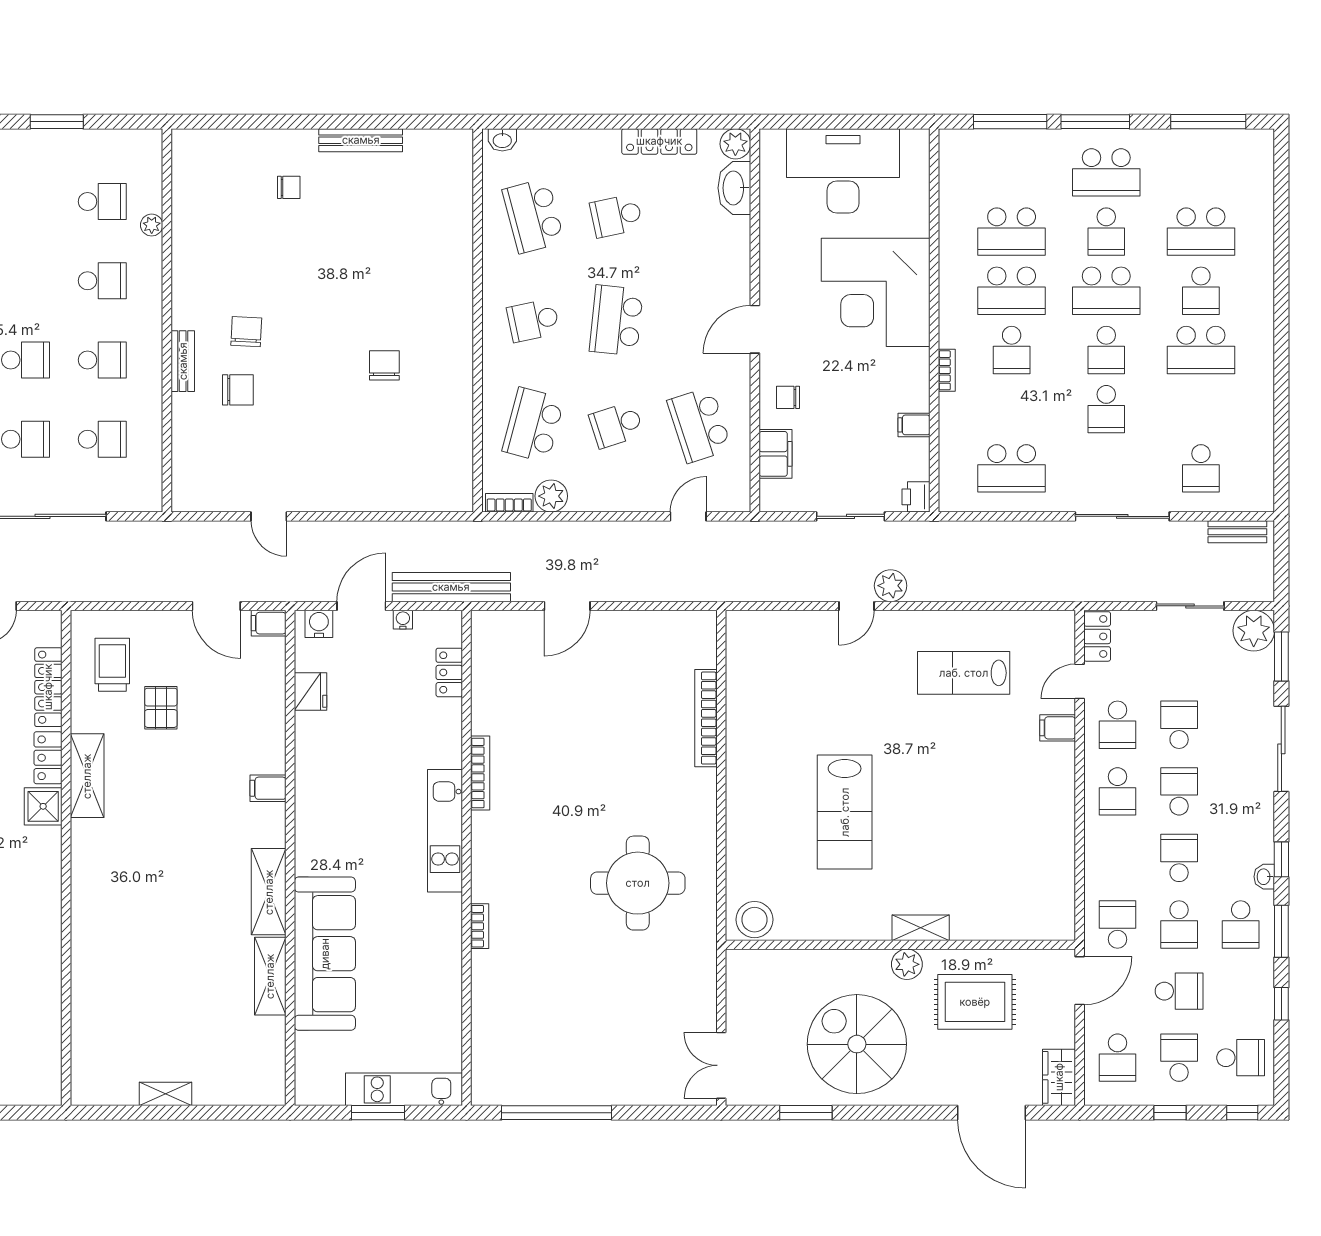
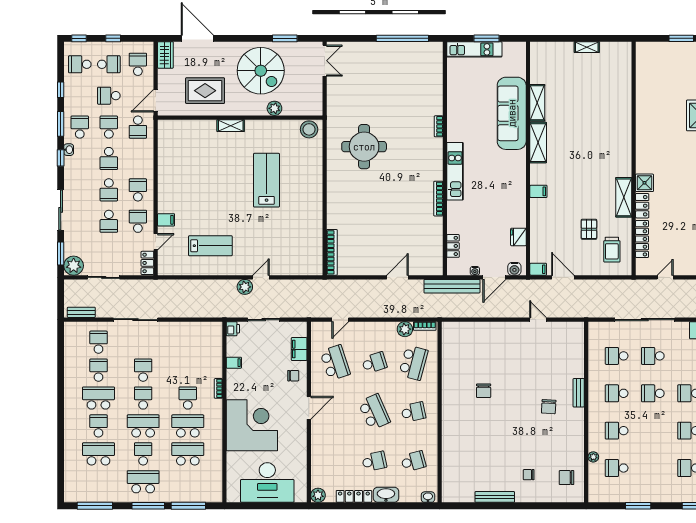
washbasin: (734, 188) -> (386, 495), moved, turned -90
school desk: (533, 216) -> (413, 461), width x0.54
school desk: (616, 320) -> (374, 412), turned -30
chair: (238, 390) -> (566, 478), moved
school desk: (1012, 468) -> (98, 370), moved, width x0.54
bookcase: (706, 718) -> (332, 252), moved
plant: (907, 964) -> (274, 108), moved
school desk: (1179, 1058) -> (109, 64), turned -90

